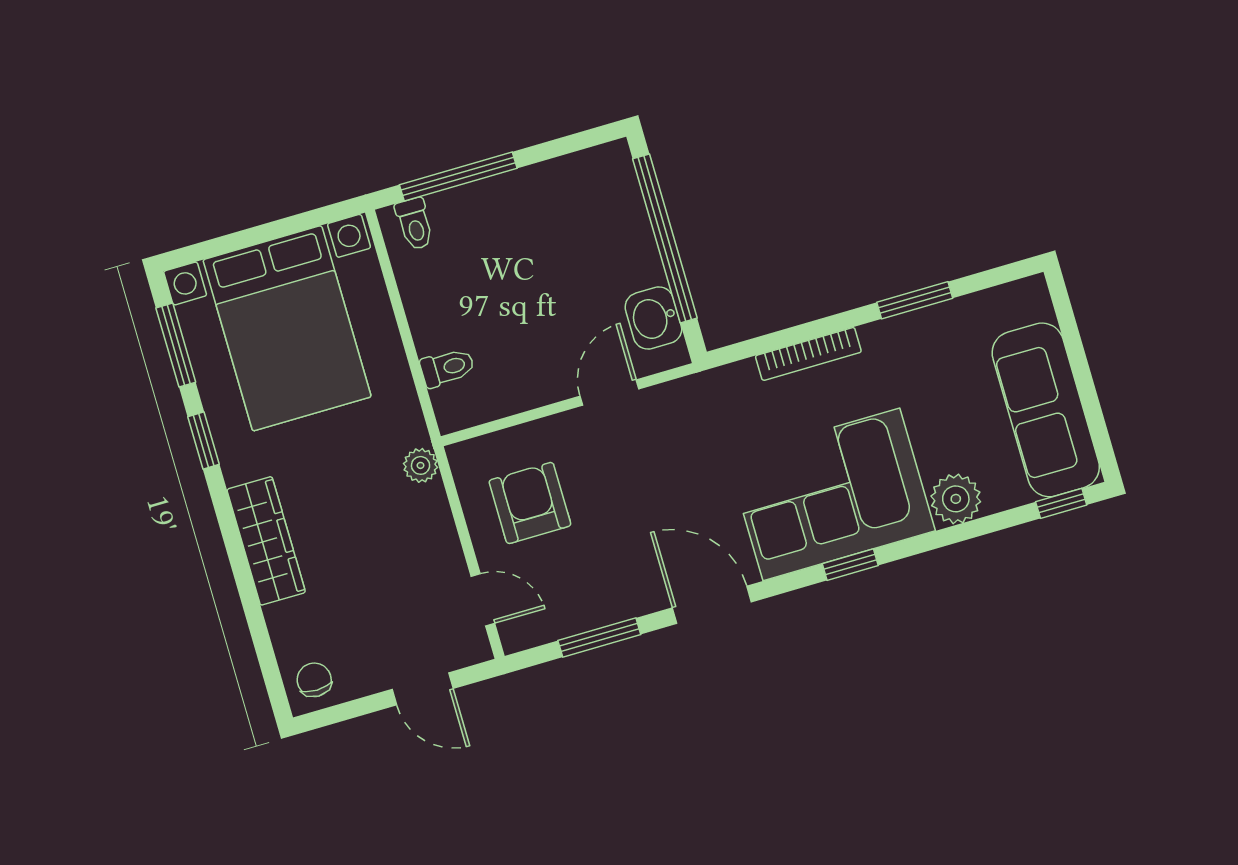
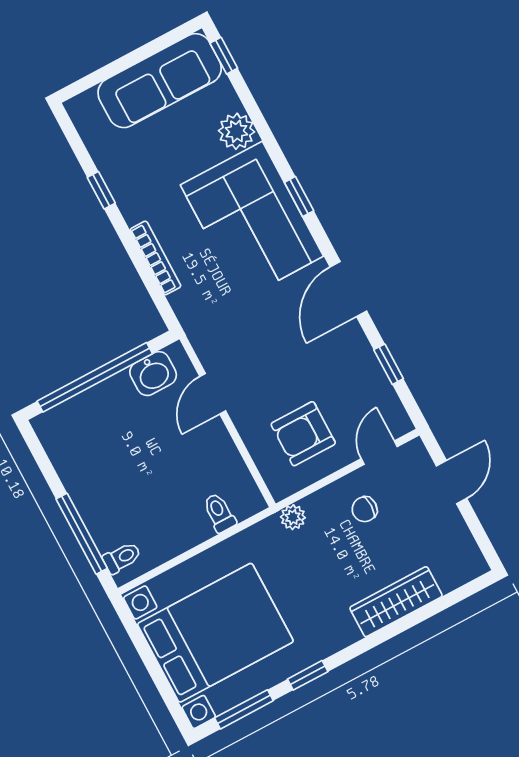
window: (915, 300) -> (101, 190), width x0.67
door: (609, 393) -> (213, 394), hinge flipped
wardrobe: (266, 541) -> (396, 602), moved
window: (599, 638) -> (389, 364), width x0.67
chair: (314, 680) -> (365, 509), moved

